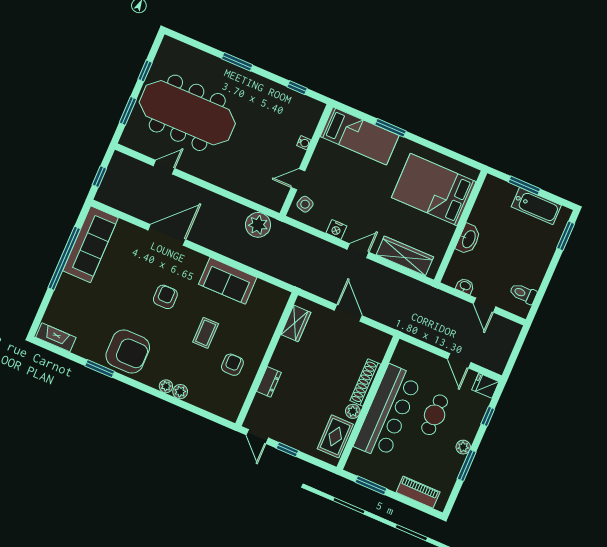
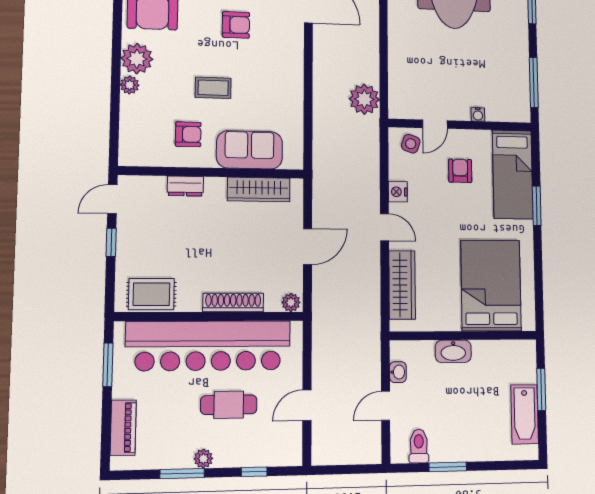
window: (297, 88) -> (534, 82), width x2.17
armchair: (340, 175) -> (460, 171), added
door: (298, 179) -> (435, 124), swing flipped
window: (566, 236) -> (448, 467), moved
sofa: (228, 281) -> (249, 150), moved, turned 90
wardrobe: (296, 323) -> (259, 189), width x1.50
plant: (166, 386) -> (137, 59), width x1.88, depth x1.88
fridge: (485, 386) -> (290, 451), removed
plant: (353, 411) -> (291, 302), moved
bar counter: (388, 412) -> (208, 346), width x1.36

